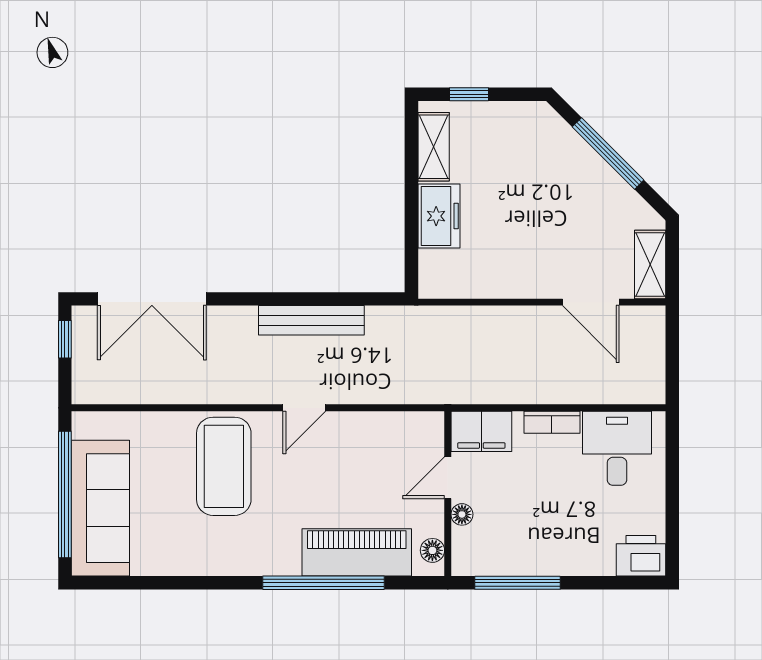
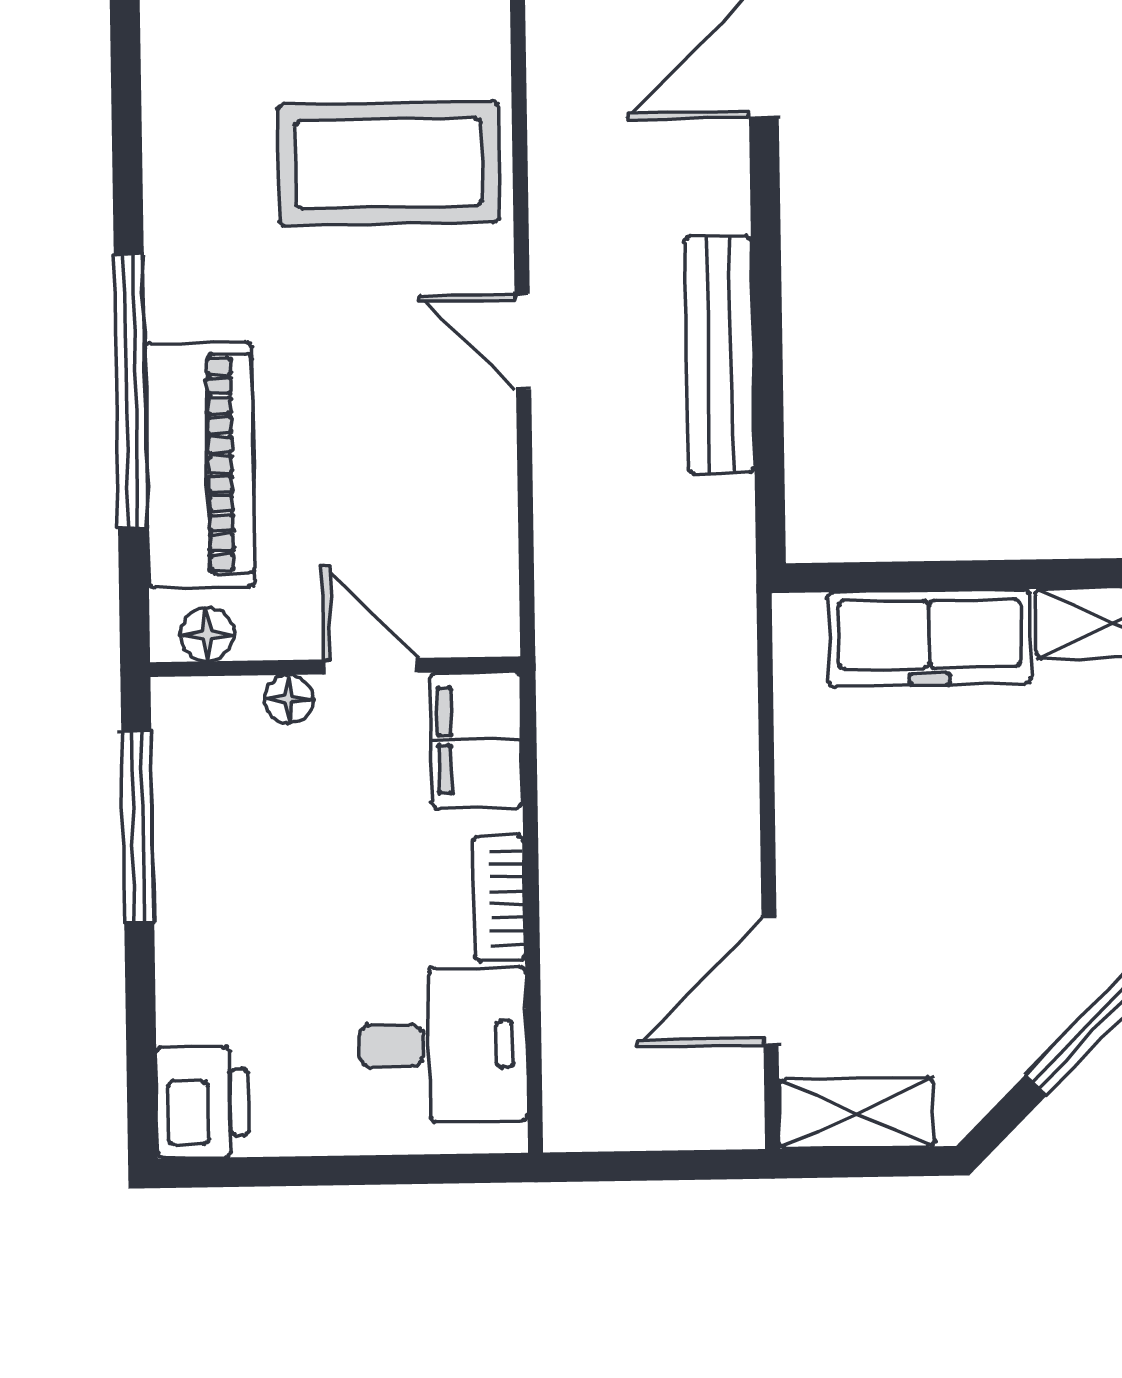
freezer: (439, 216) -> (929, 638), width x1.40

